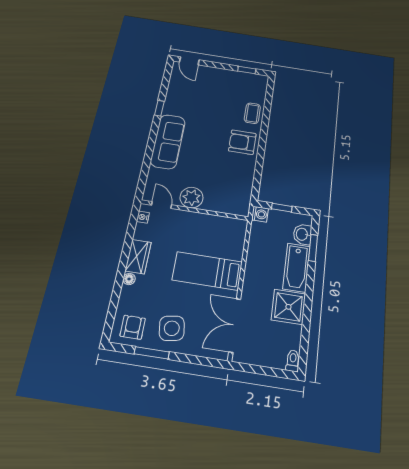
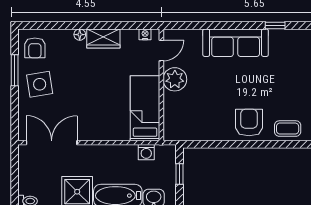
washing machine: (260, 214) -> (146, 152), moved
bed: (207, 271) -> (145, 108), moved
armchair: (133, 327) -> (35, 48), turned 90

